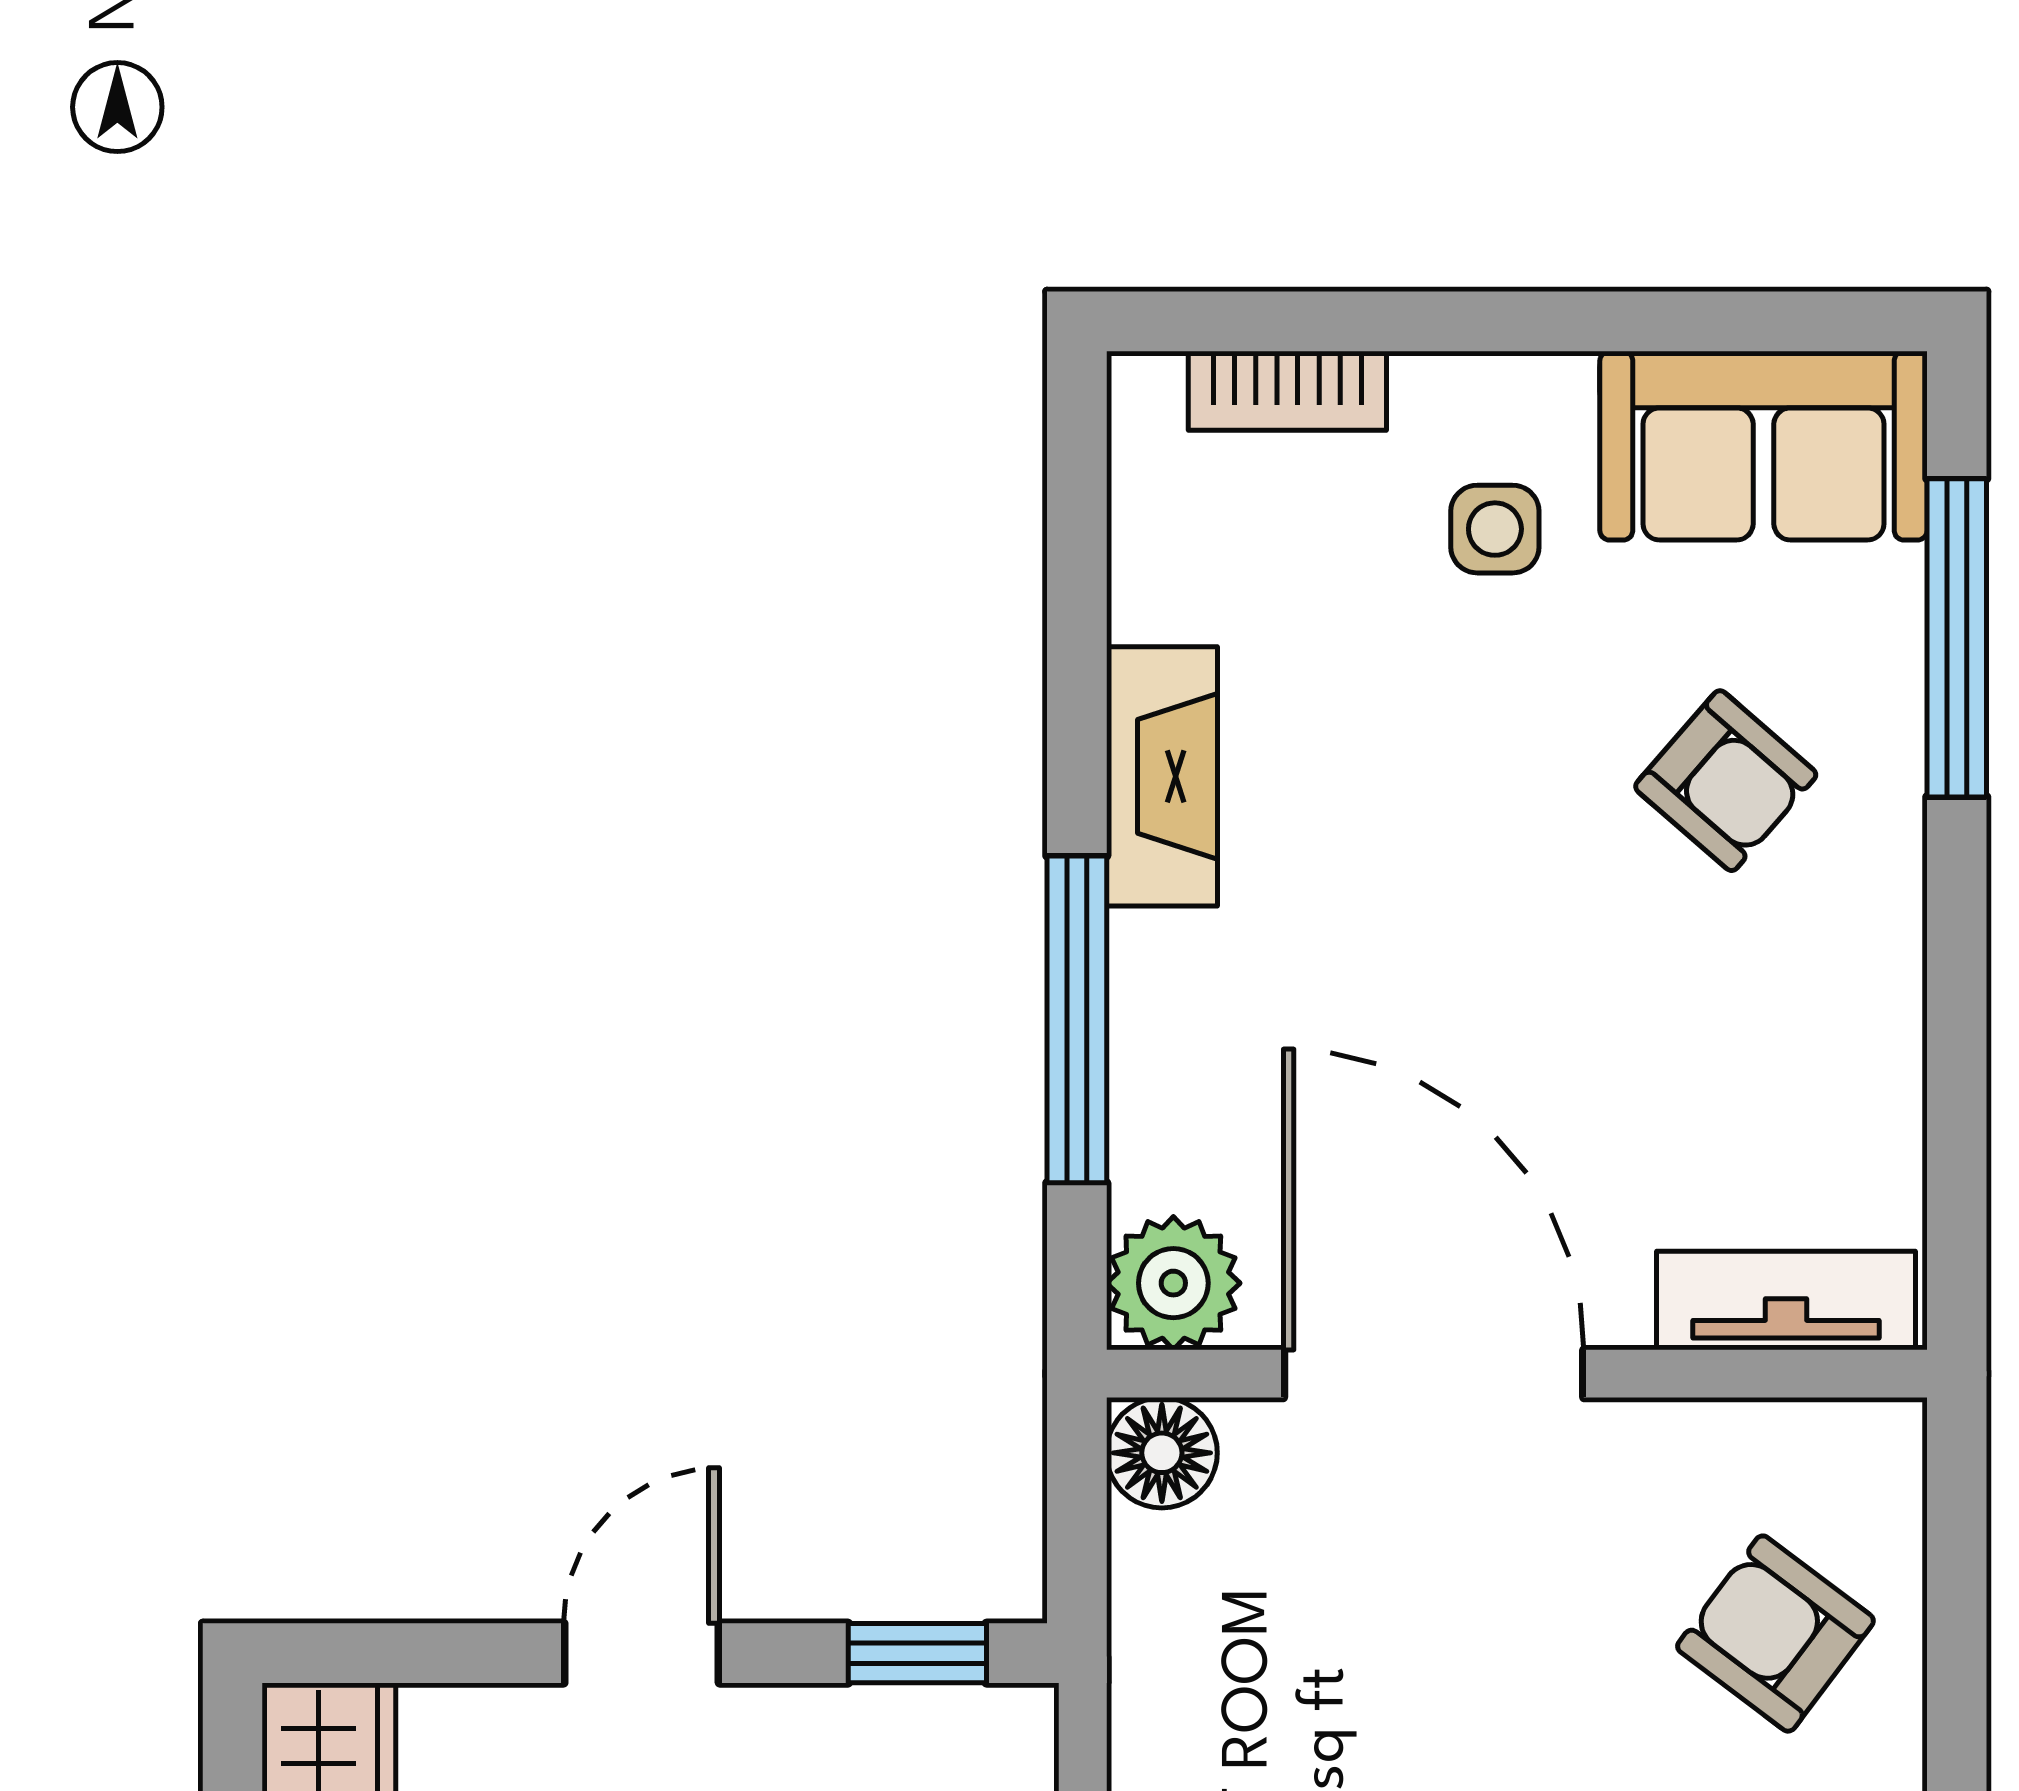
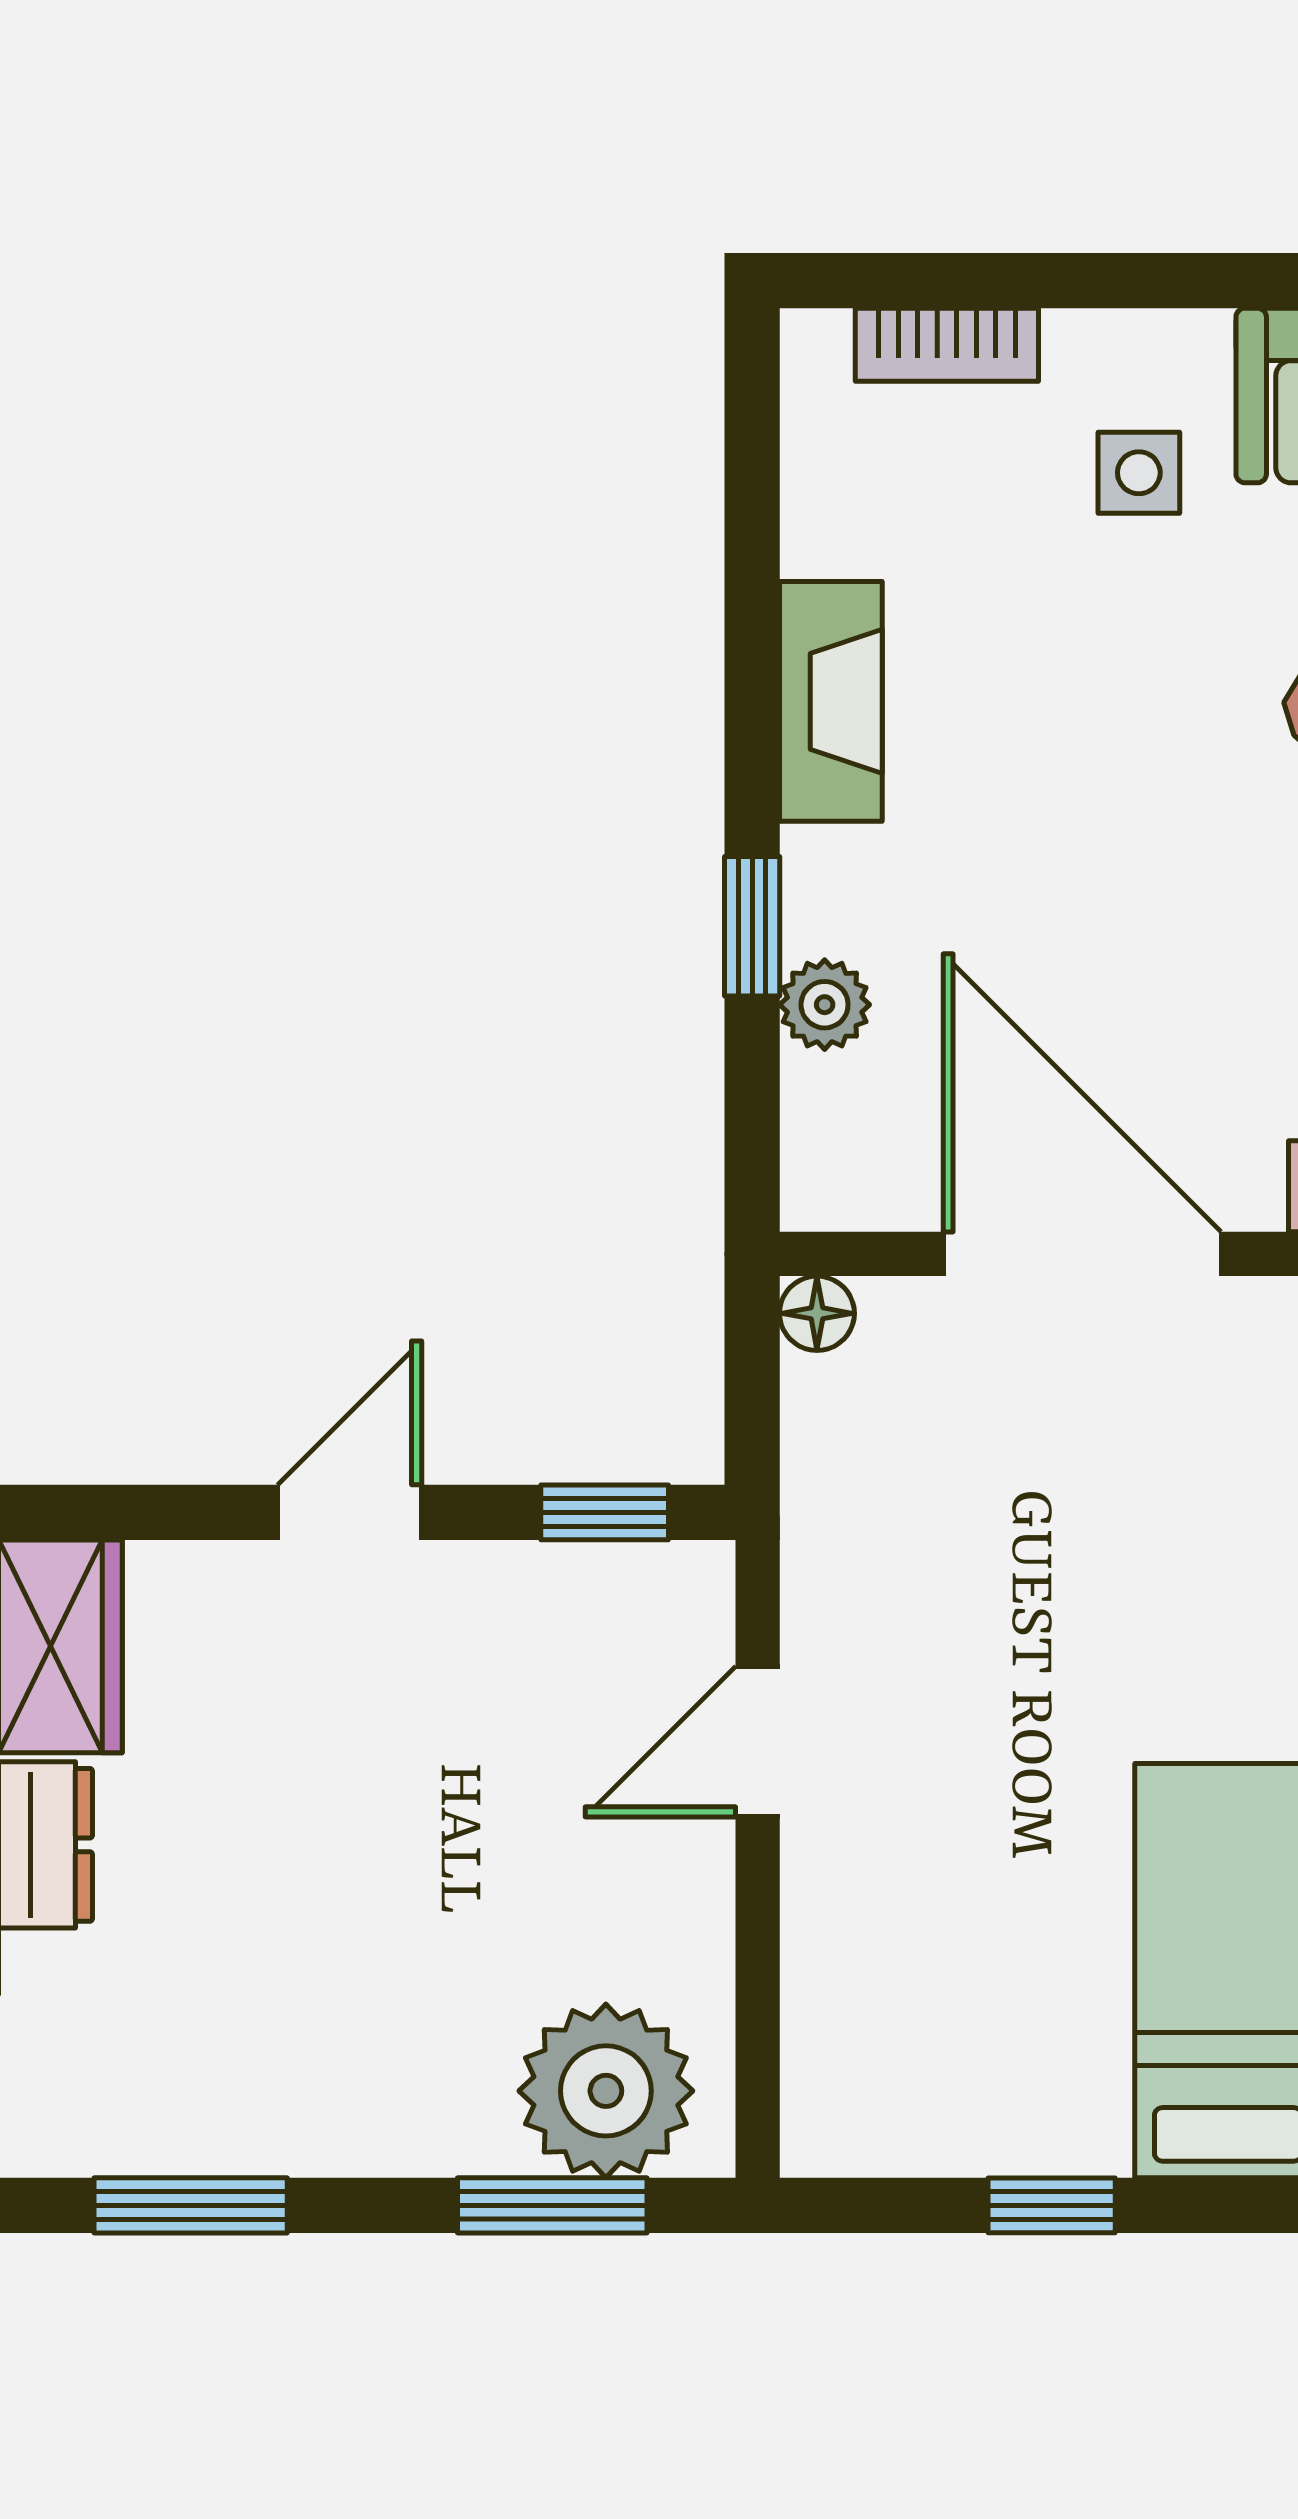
window: (1077, 1019) -> (752, 926), width x0.46
plant: (1173, 1283) -> (825, 1005), moved, width x0.73, depth x0.73
floor lamp: (1162, 1453) -> (817, 1313), width x0.73, depth x0.73

